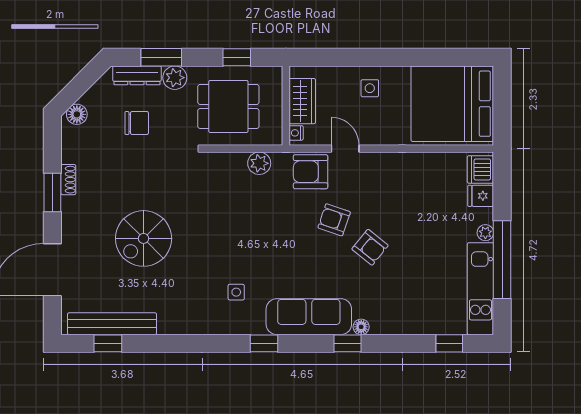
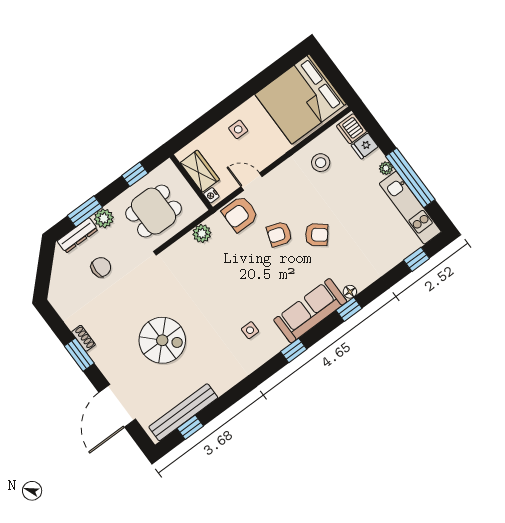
floor lamp: (77, 114) -> (57, 291), removed
stool: (426, 180) -> (321, 163), added
spiral stairs: (144, 238) -> (162, 340), turned -90

